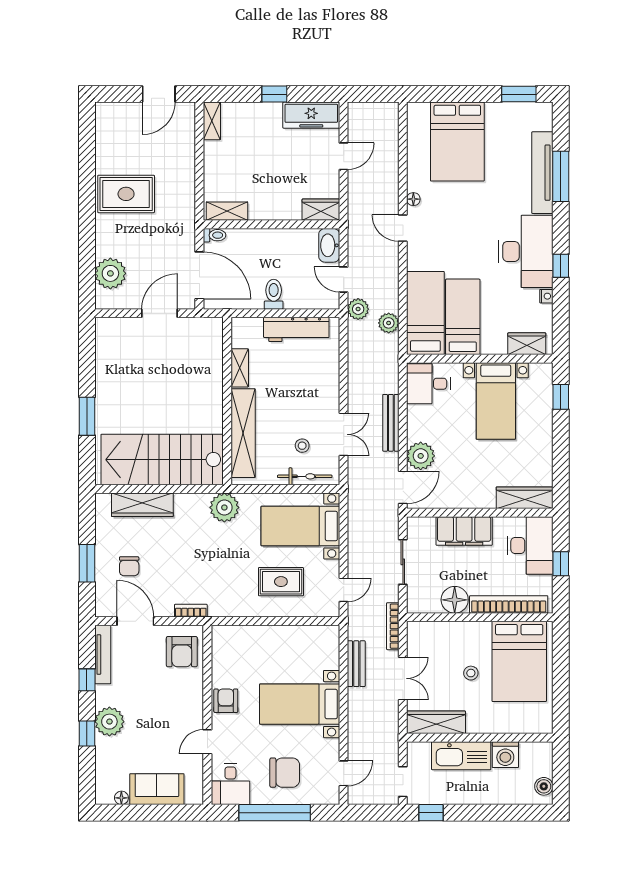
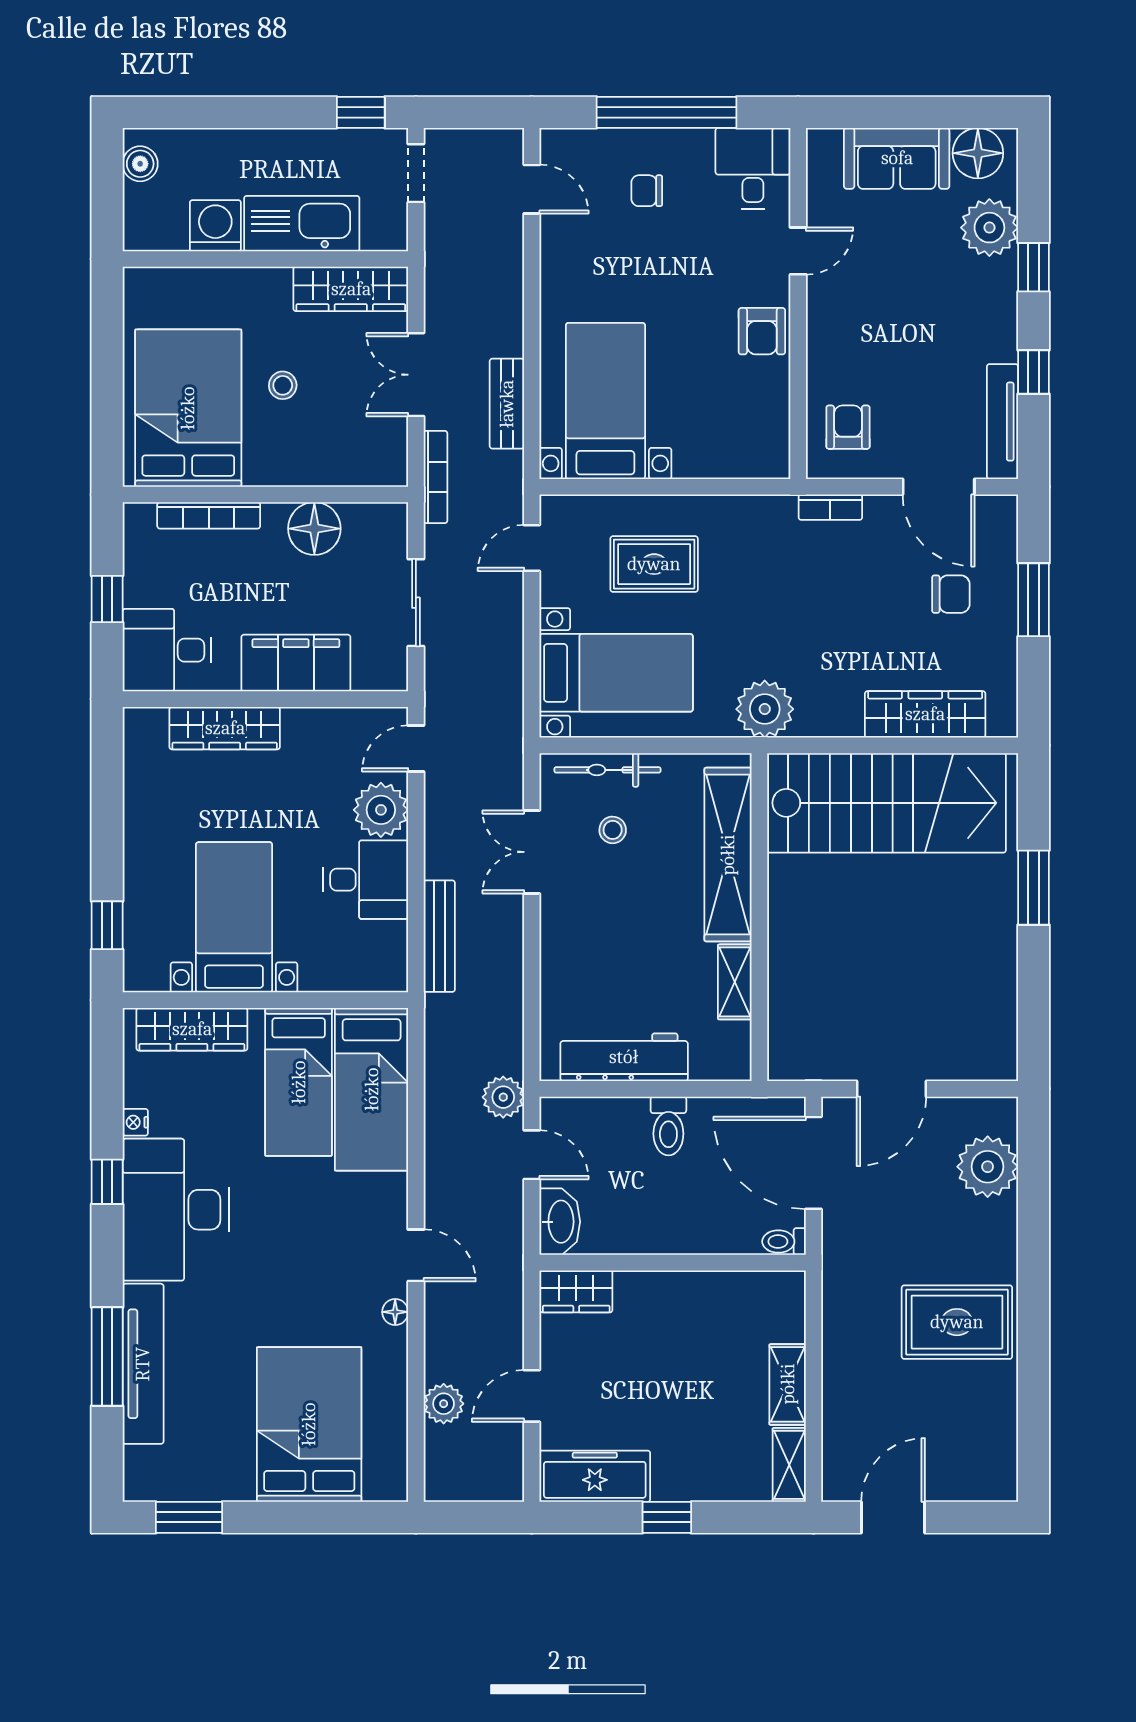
shelving: (227, 211) -> (788, 1384), moved, turned 90
plant: (389, 323) -> (444, 1404), moved
wardrobe: (527, 344) -> (192, 1029), width x1.50
desk: (428, 384) -> (366, 880), moved
bench: (391, 423) -> (439, 936), moved
door: (403, 487) -> (416, 748), width x0.73
wardrobe: (525, 498) -> (225, 728), moved
desk: (530, 545) -> (167, 650), width x0.73
chair: (129, 566) -> (951, 594), turned 90
bookcase: (509, 604) -> (209, 515), width x0.68, depth x0.76
armchair: (182, 652) -> (848, 427), width x0.72, depth x0.72
bed with nightstands: (300, 704) -> (605, 401), moved, turned -90
plant: (109, 722) -> (989, 228), moved
chair: (285, 773) -> (647, 191), width x0.54, depth x0.54
door: (344, 773) -> (532, 189), swing flipped
floor lamp: (121, 798) -> (978, 153), width x1.89, depth x1.89

